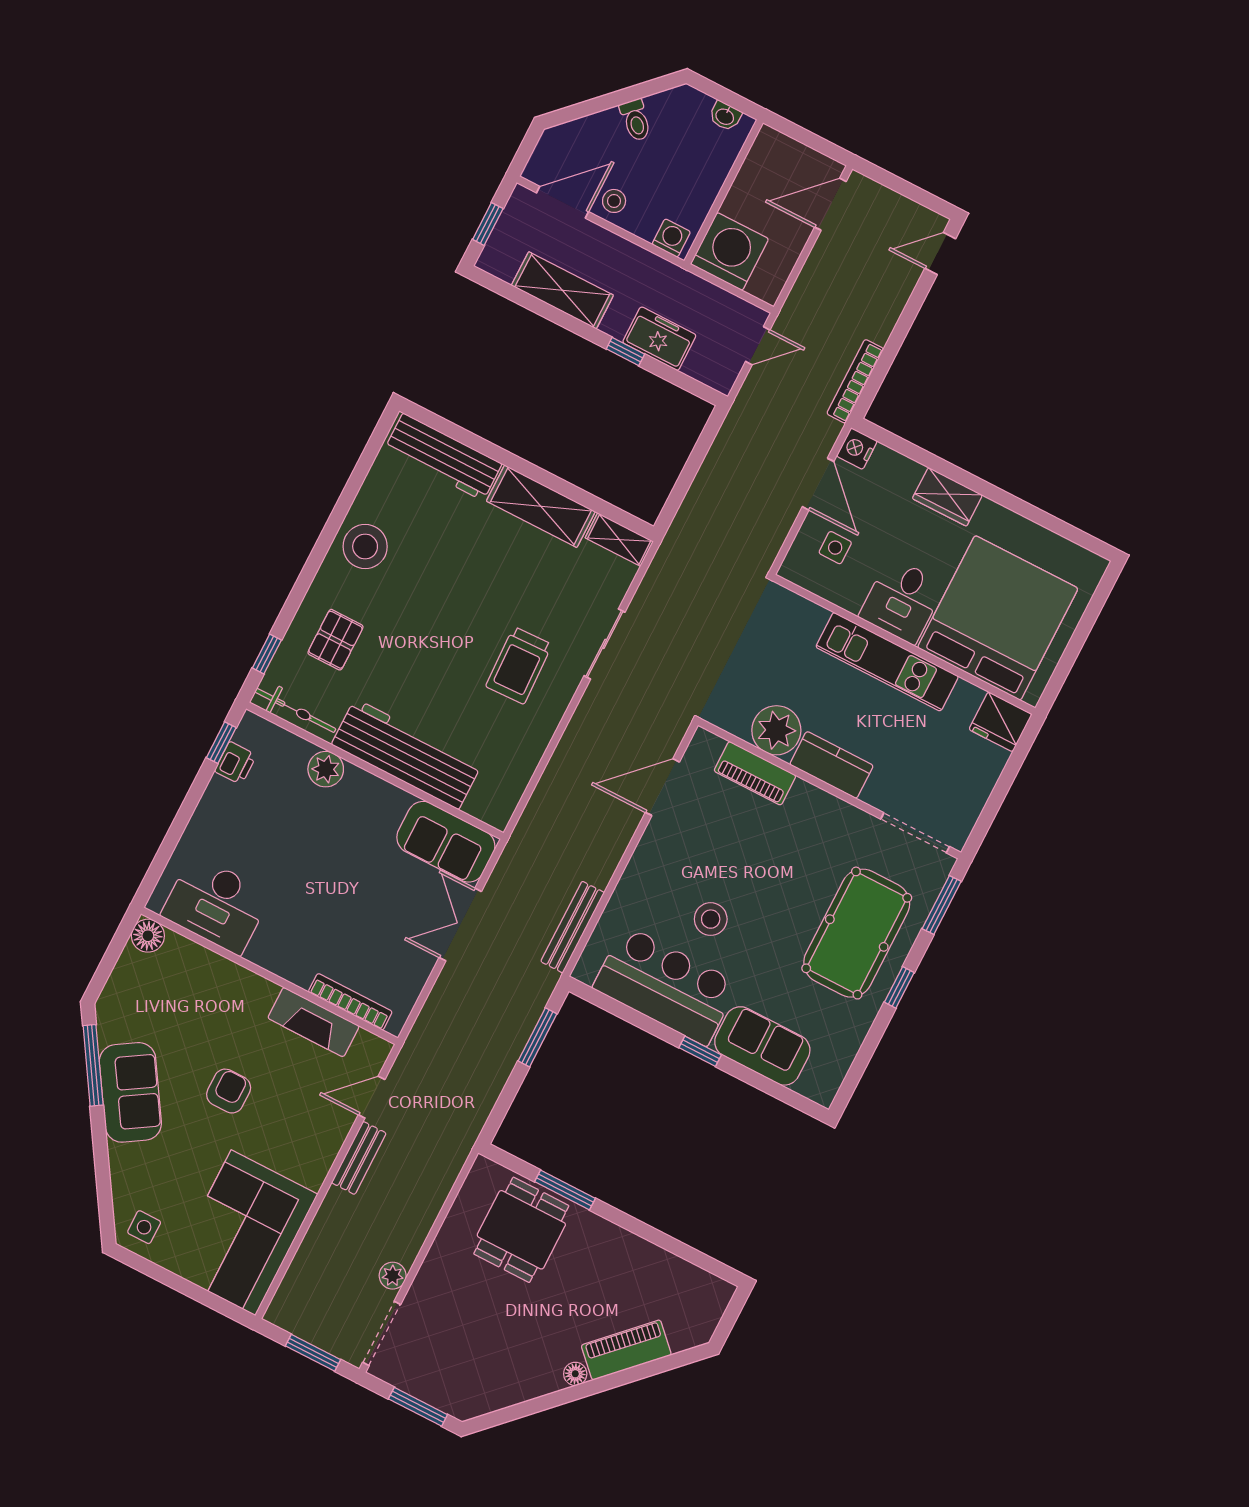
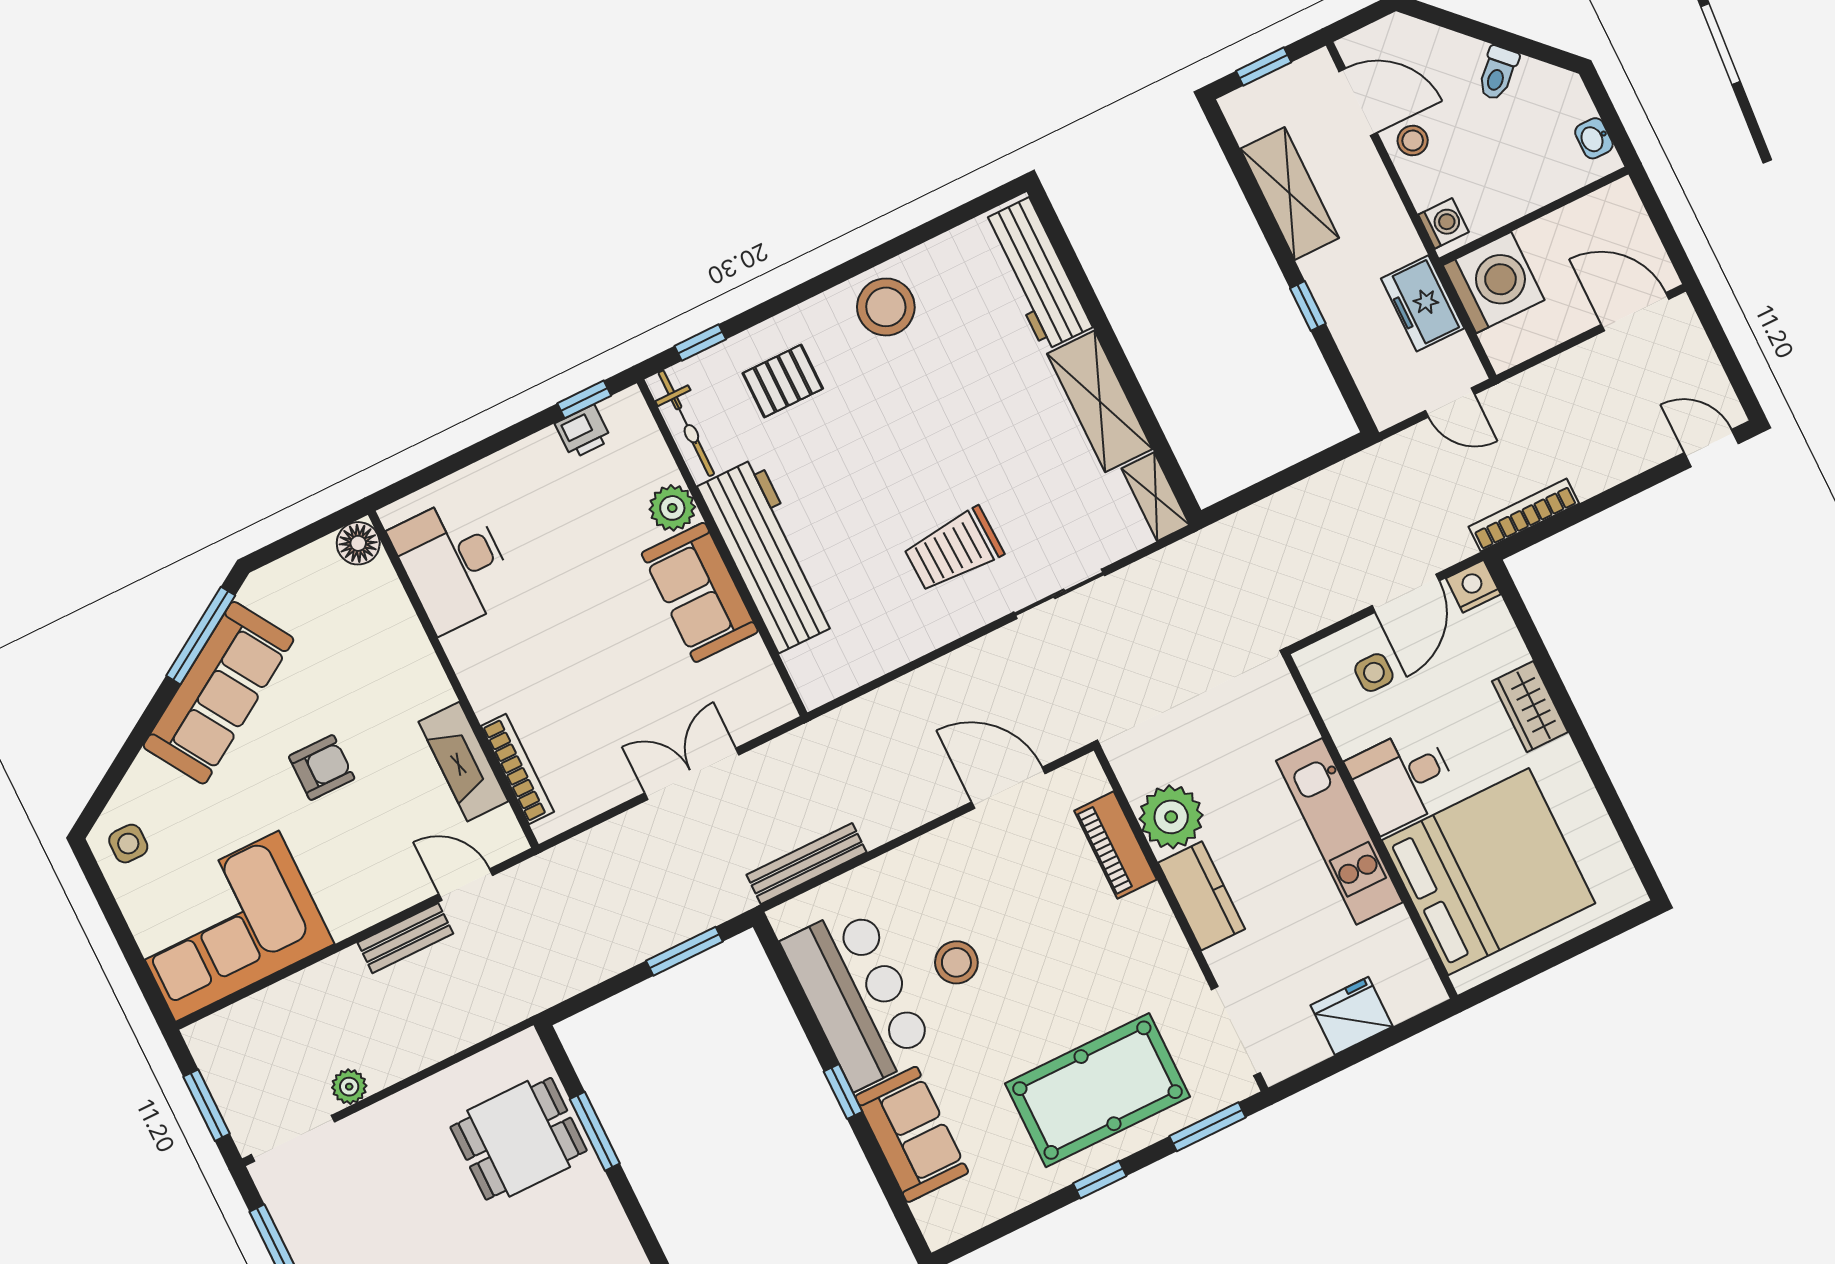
freezer: (659, 339) -> (1423, 303), moved, turned 180
fridge: (1001, 722) -> (1352, 1016), moved, turned 90
sofa: (446, 842) -> (700, 592), moved
sofa: (130, 1092) -> (218, 693), width x1.36

